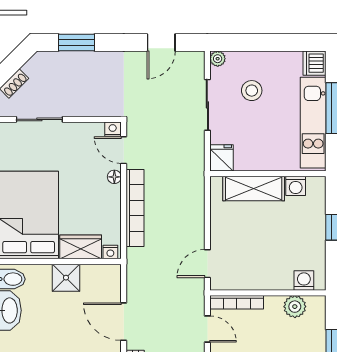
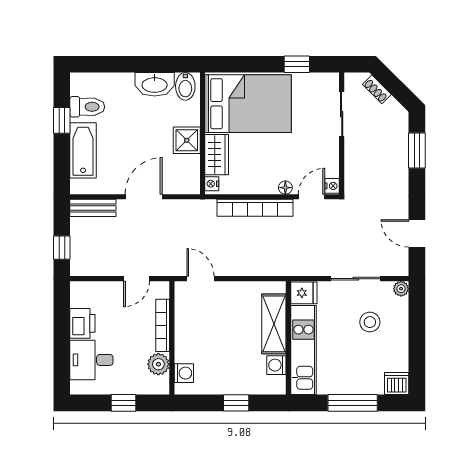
kitchen unit: (313, 123) -> (303, 350), moved, turned 90
bookcase: (237, 302) -> (163, 325), moved

